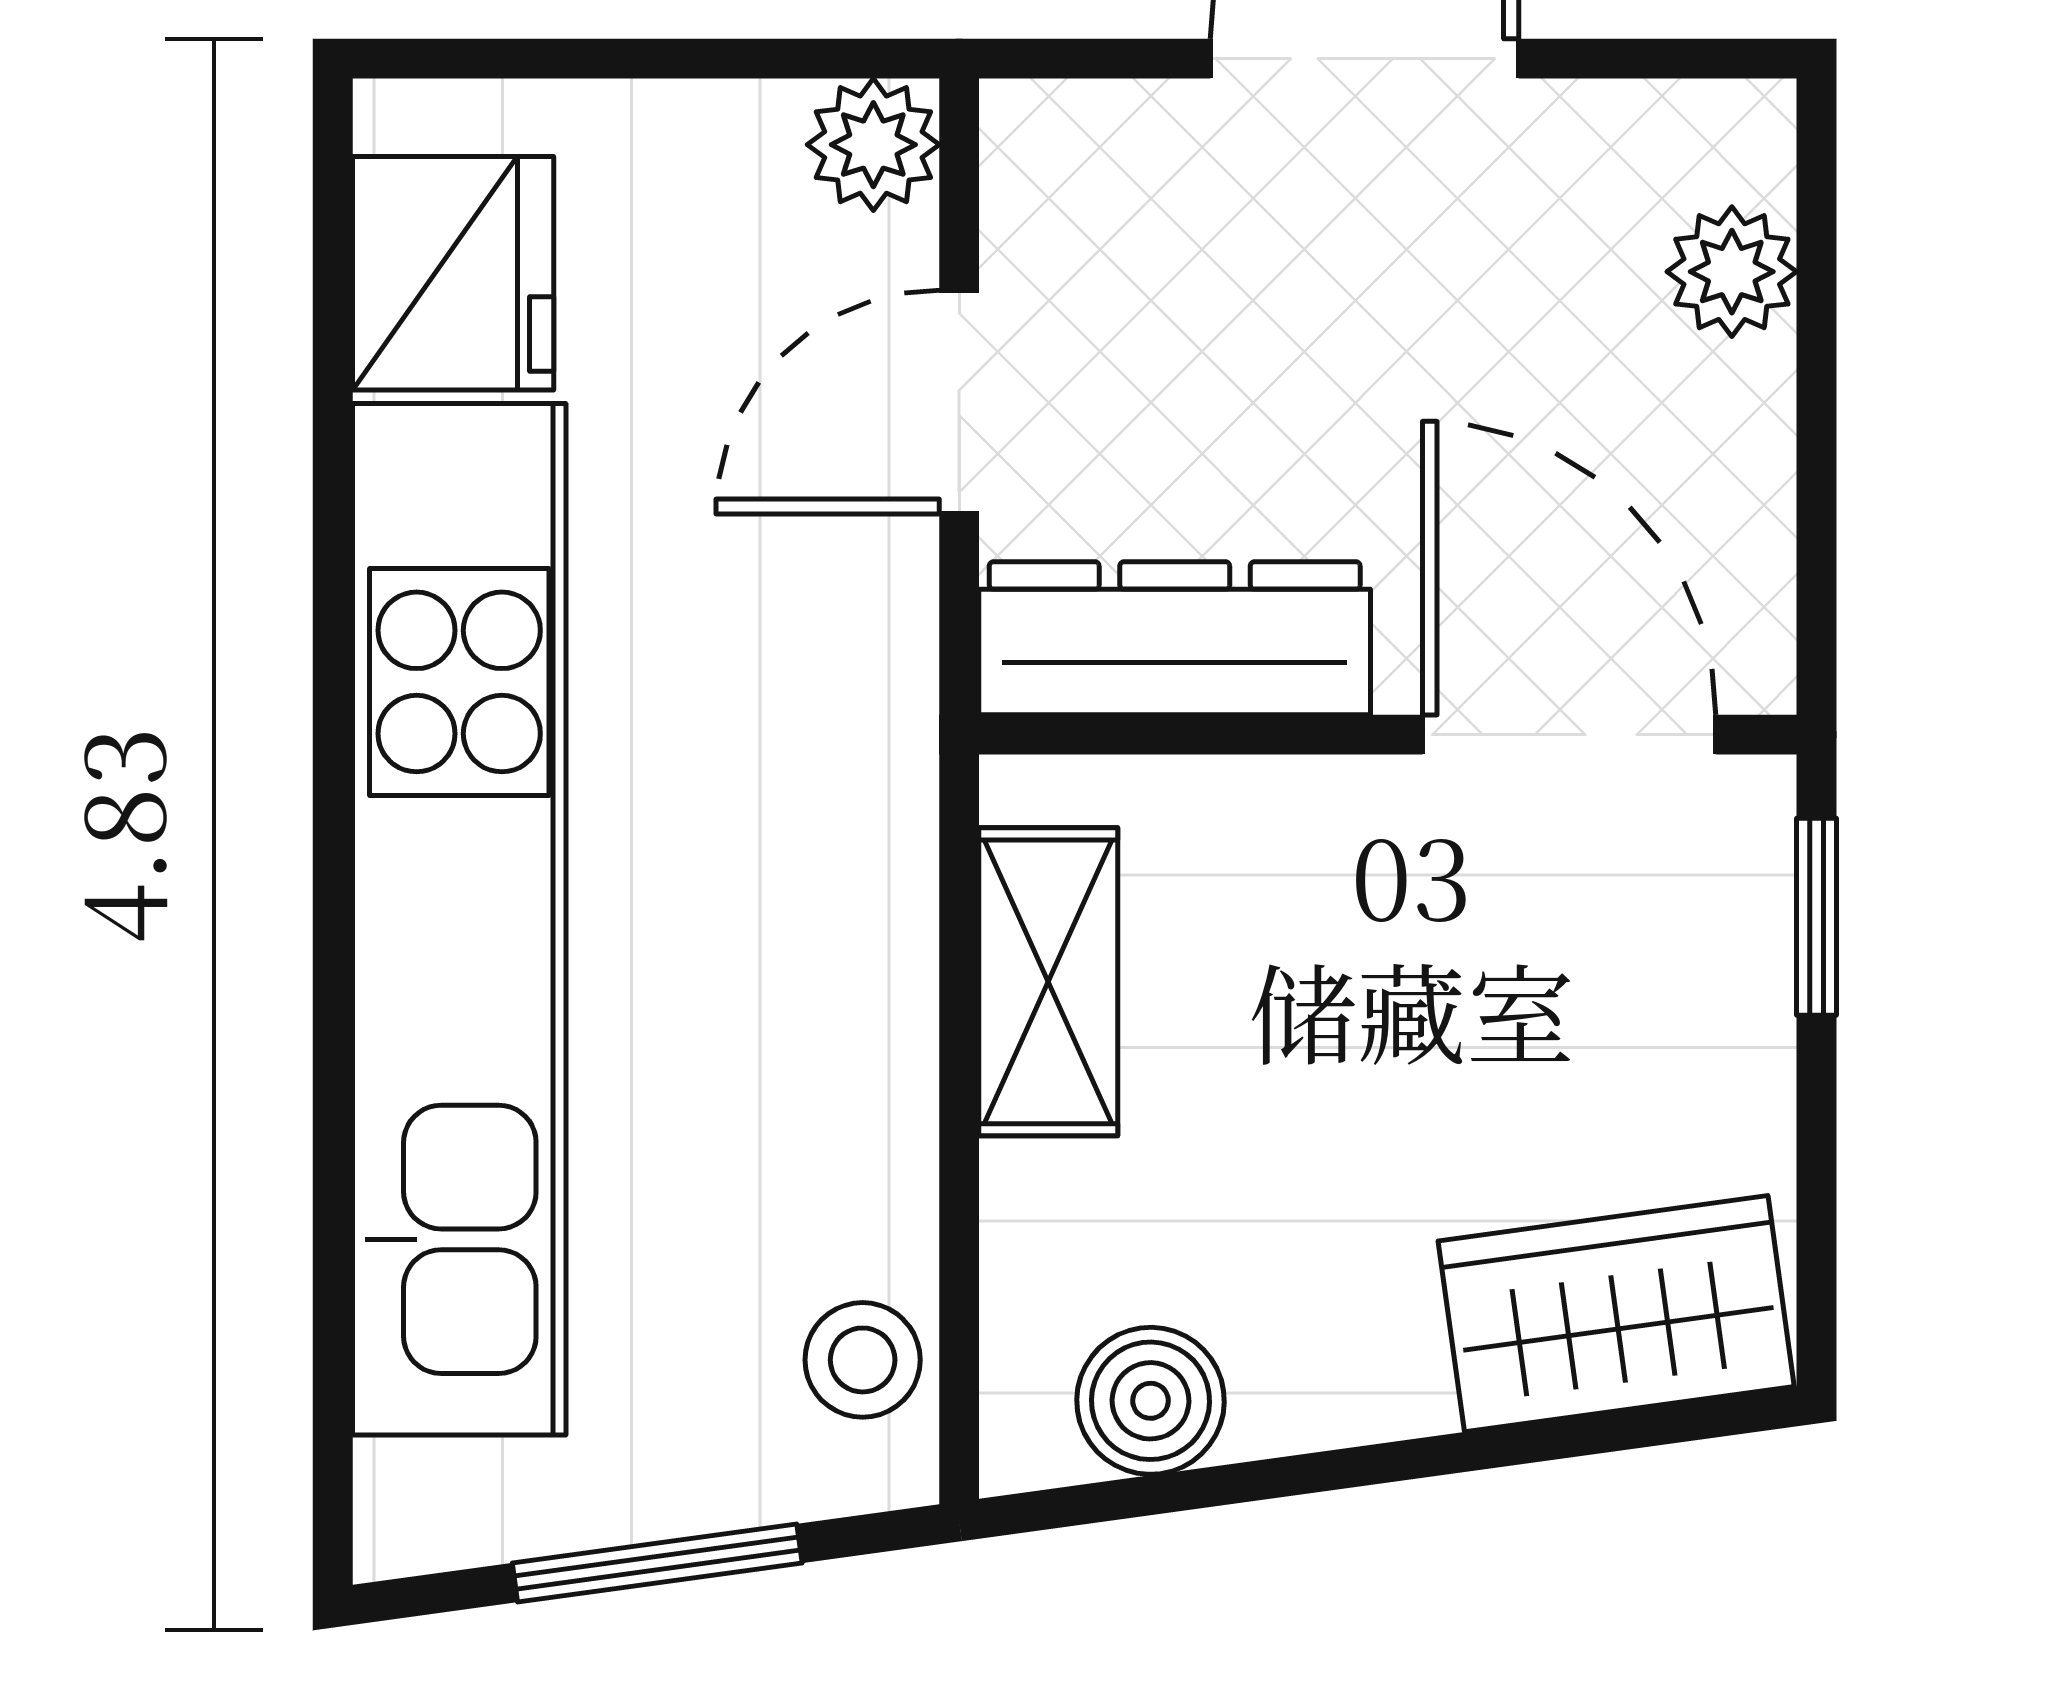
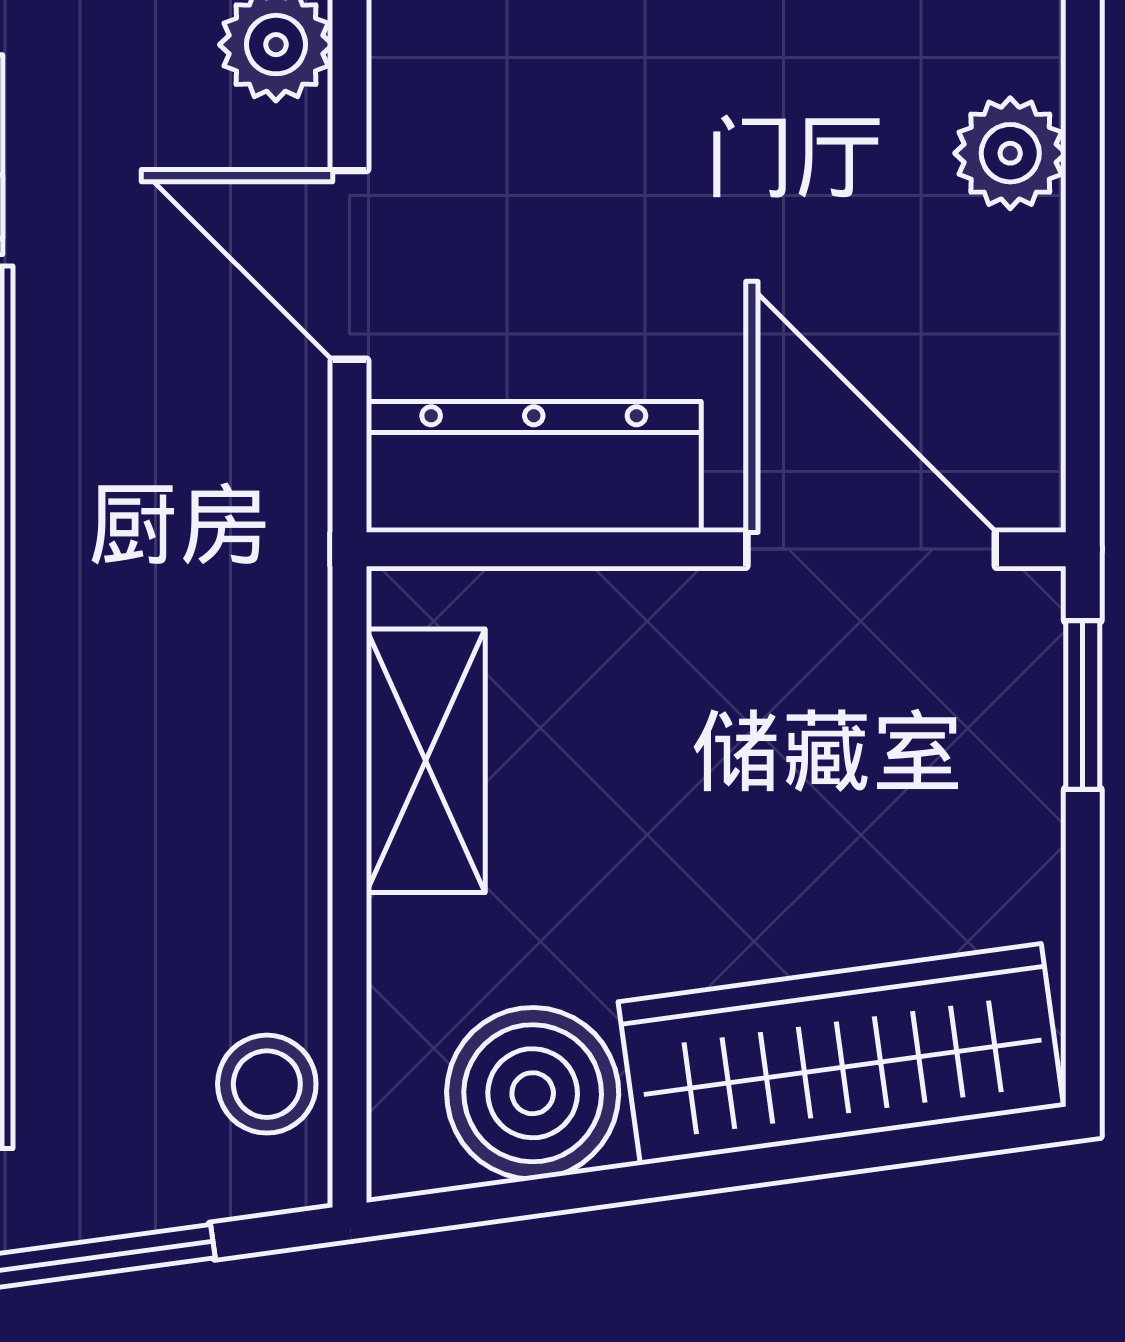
door: (959, 402) -> (349, 265), hinge flipped
wardrobe: (1616, 1314) -> (841, 1054), width x1.50
boiler: (1150, 1401) -> (533, 1093), width x1.36, depth x1.36

